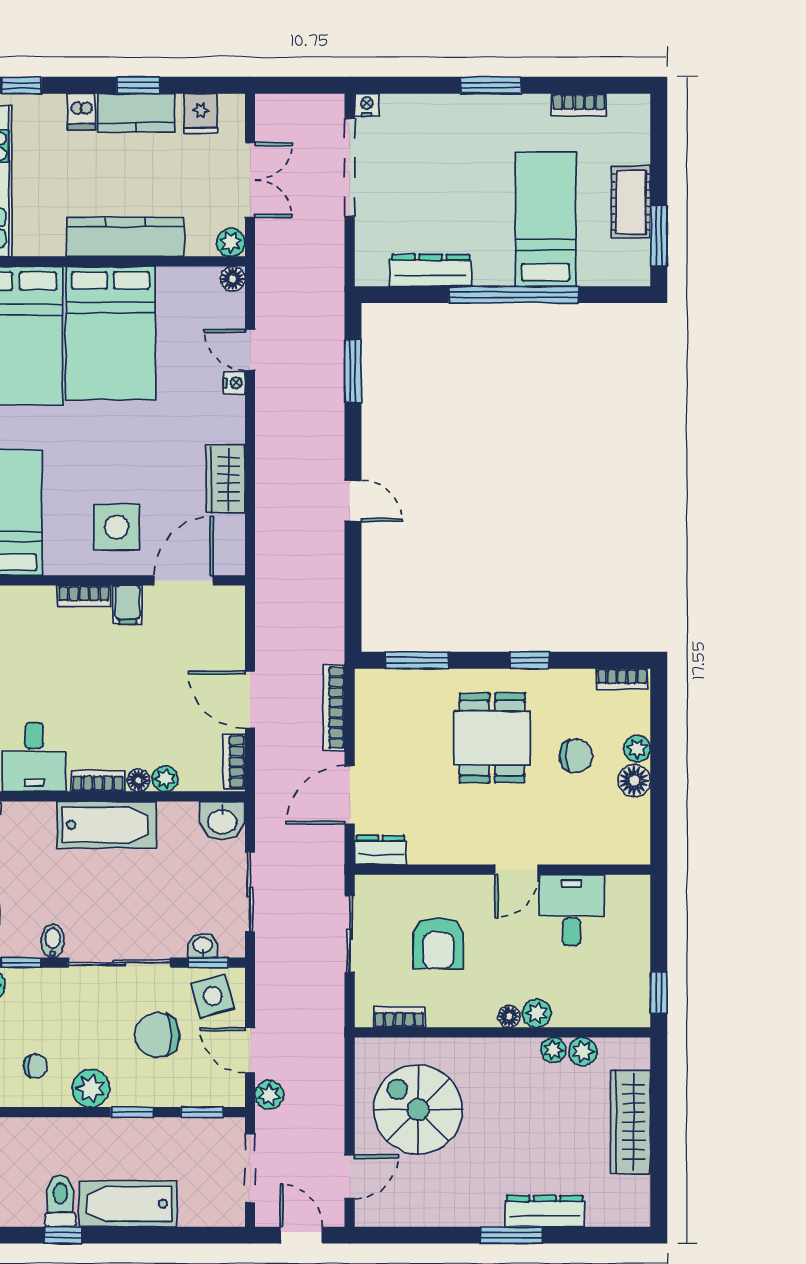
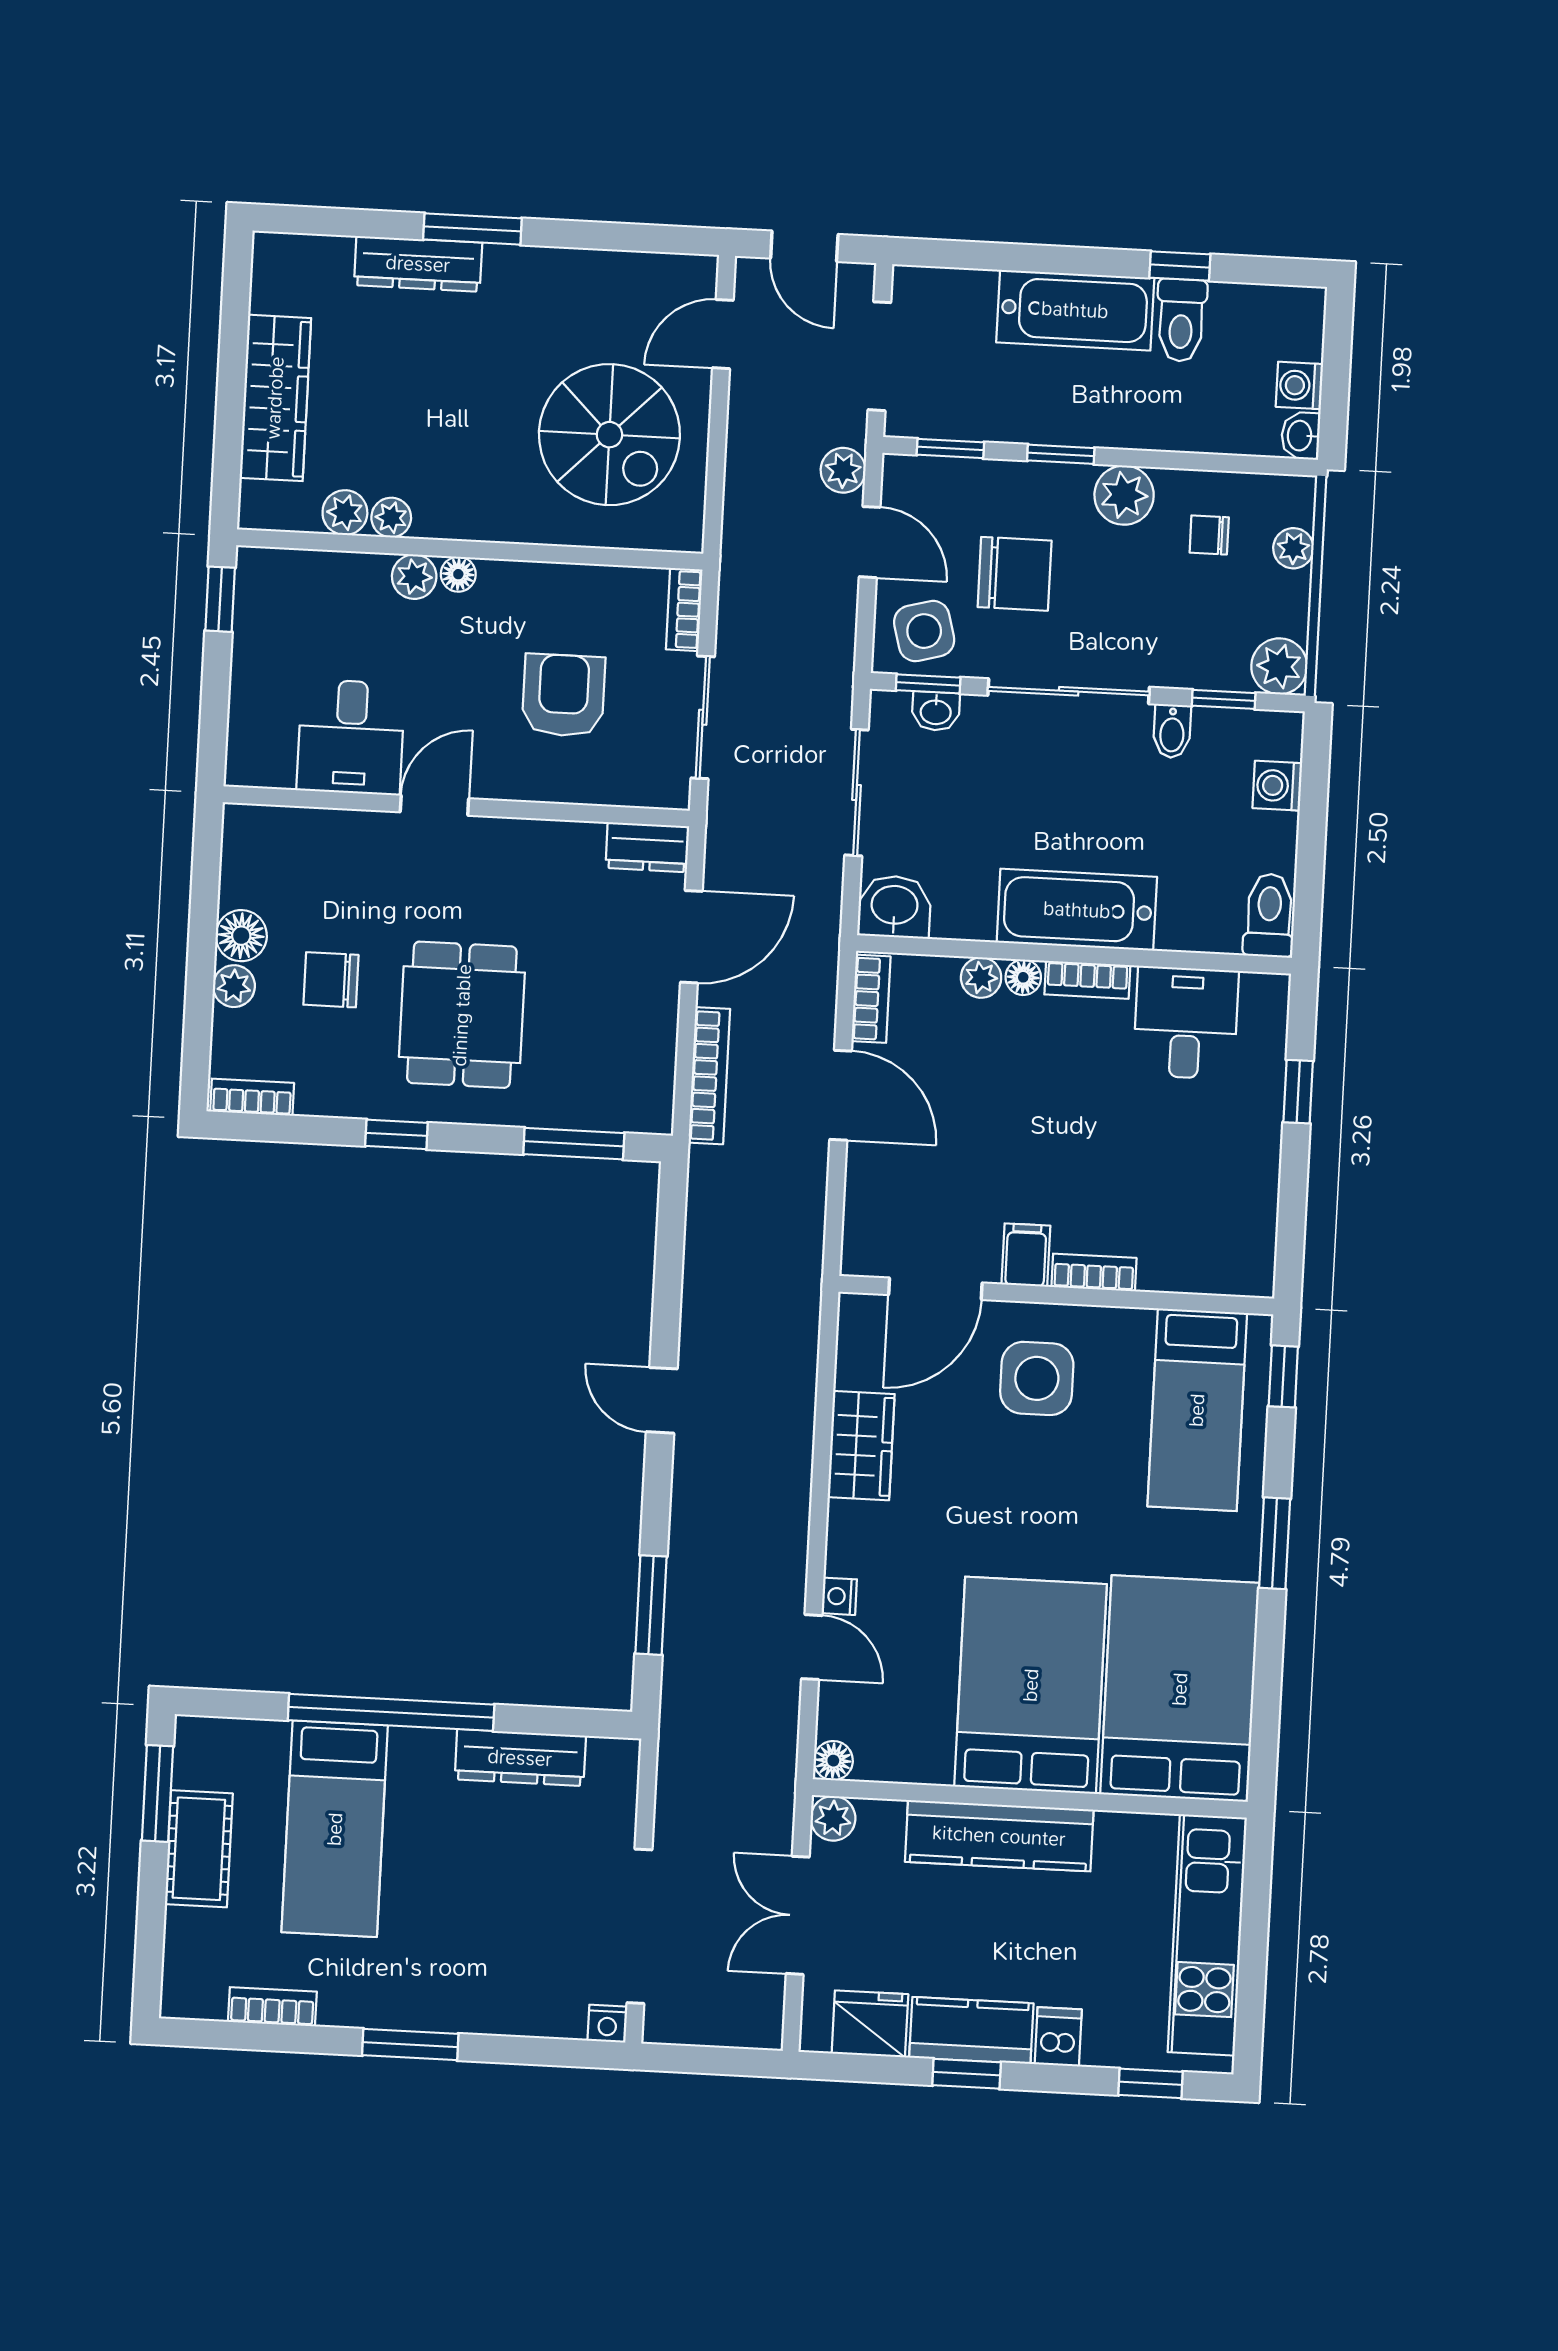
fridge: (201, 114) -> (870, 2024), width x1.38
bookcase: (399, 1017) -> (684, 609), moved, turned 90

